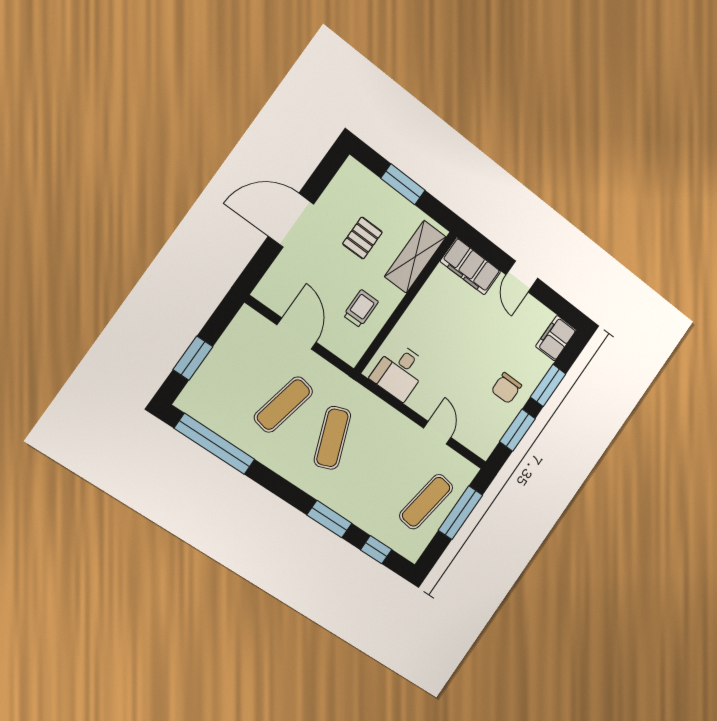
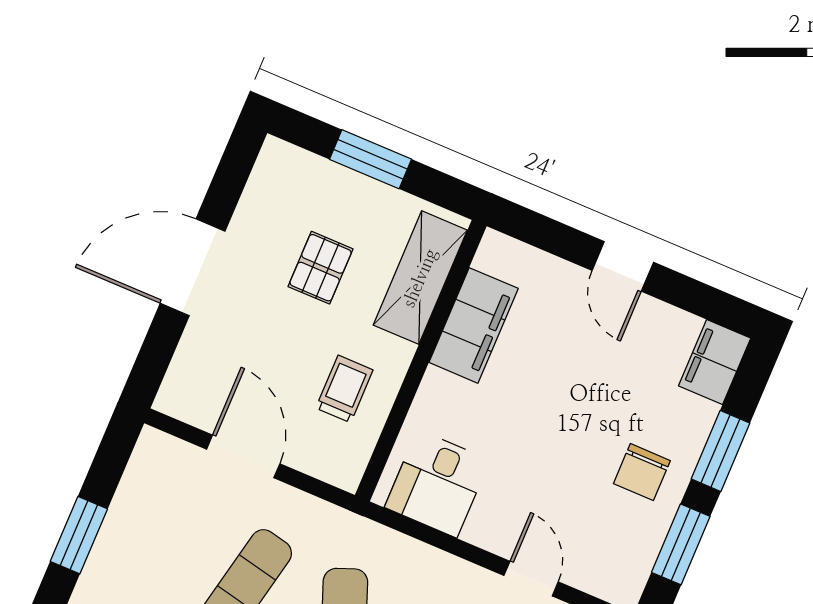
filing cabinet: (470, 266) -> (474, 325), moved, turned -90

